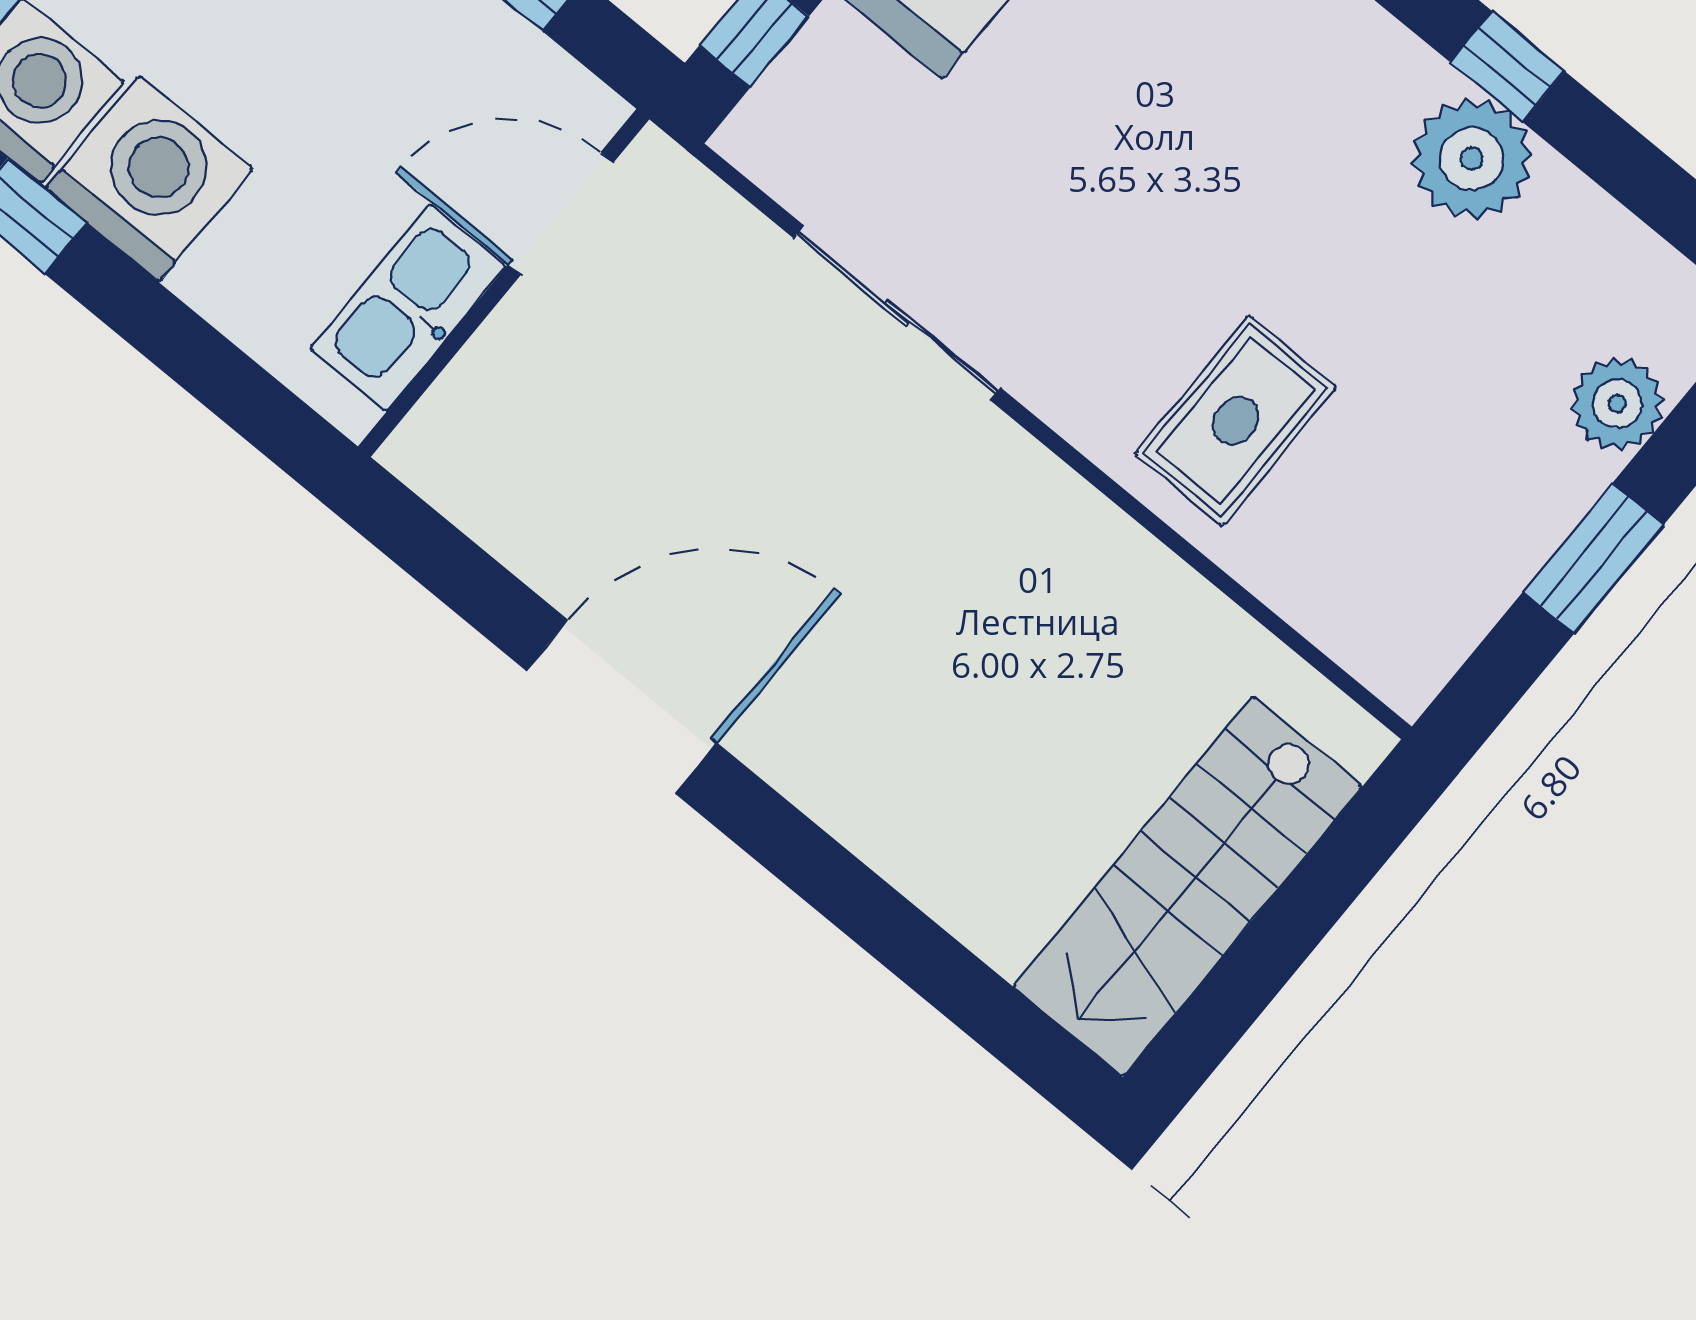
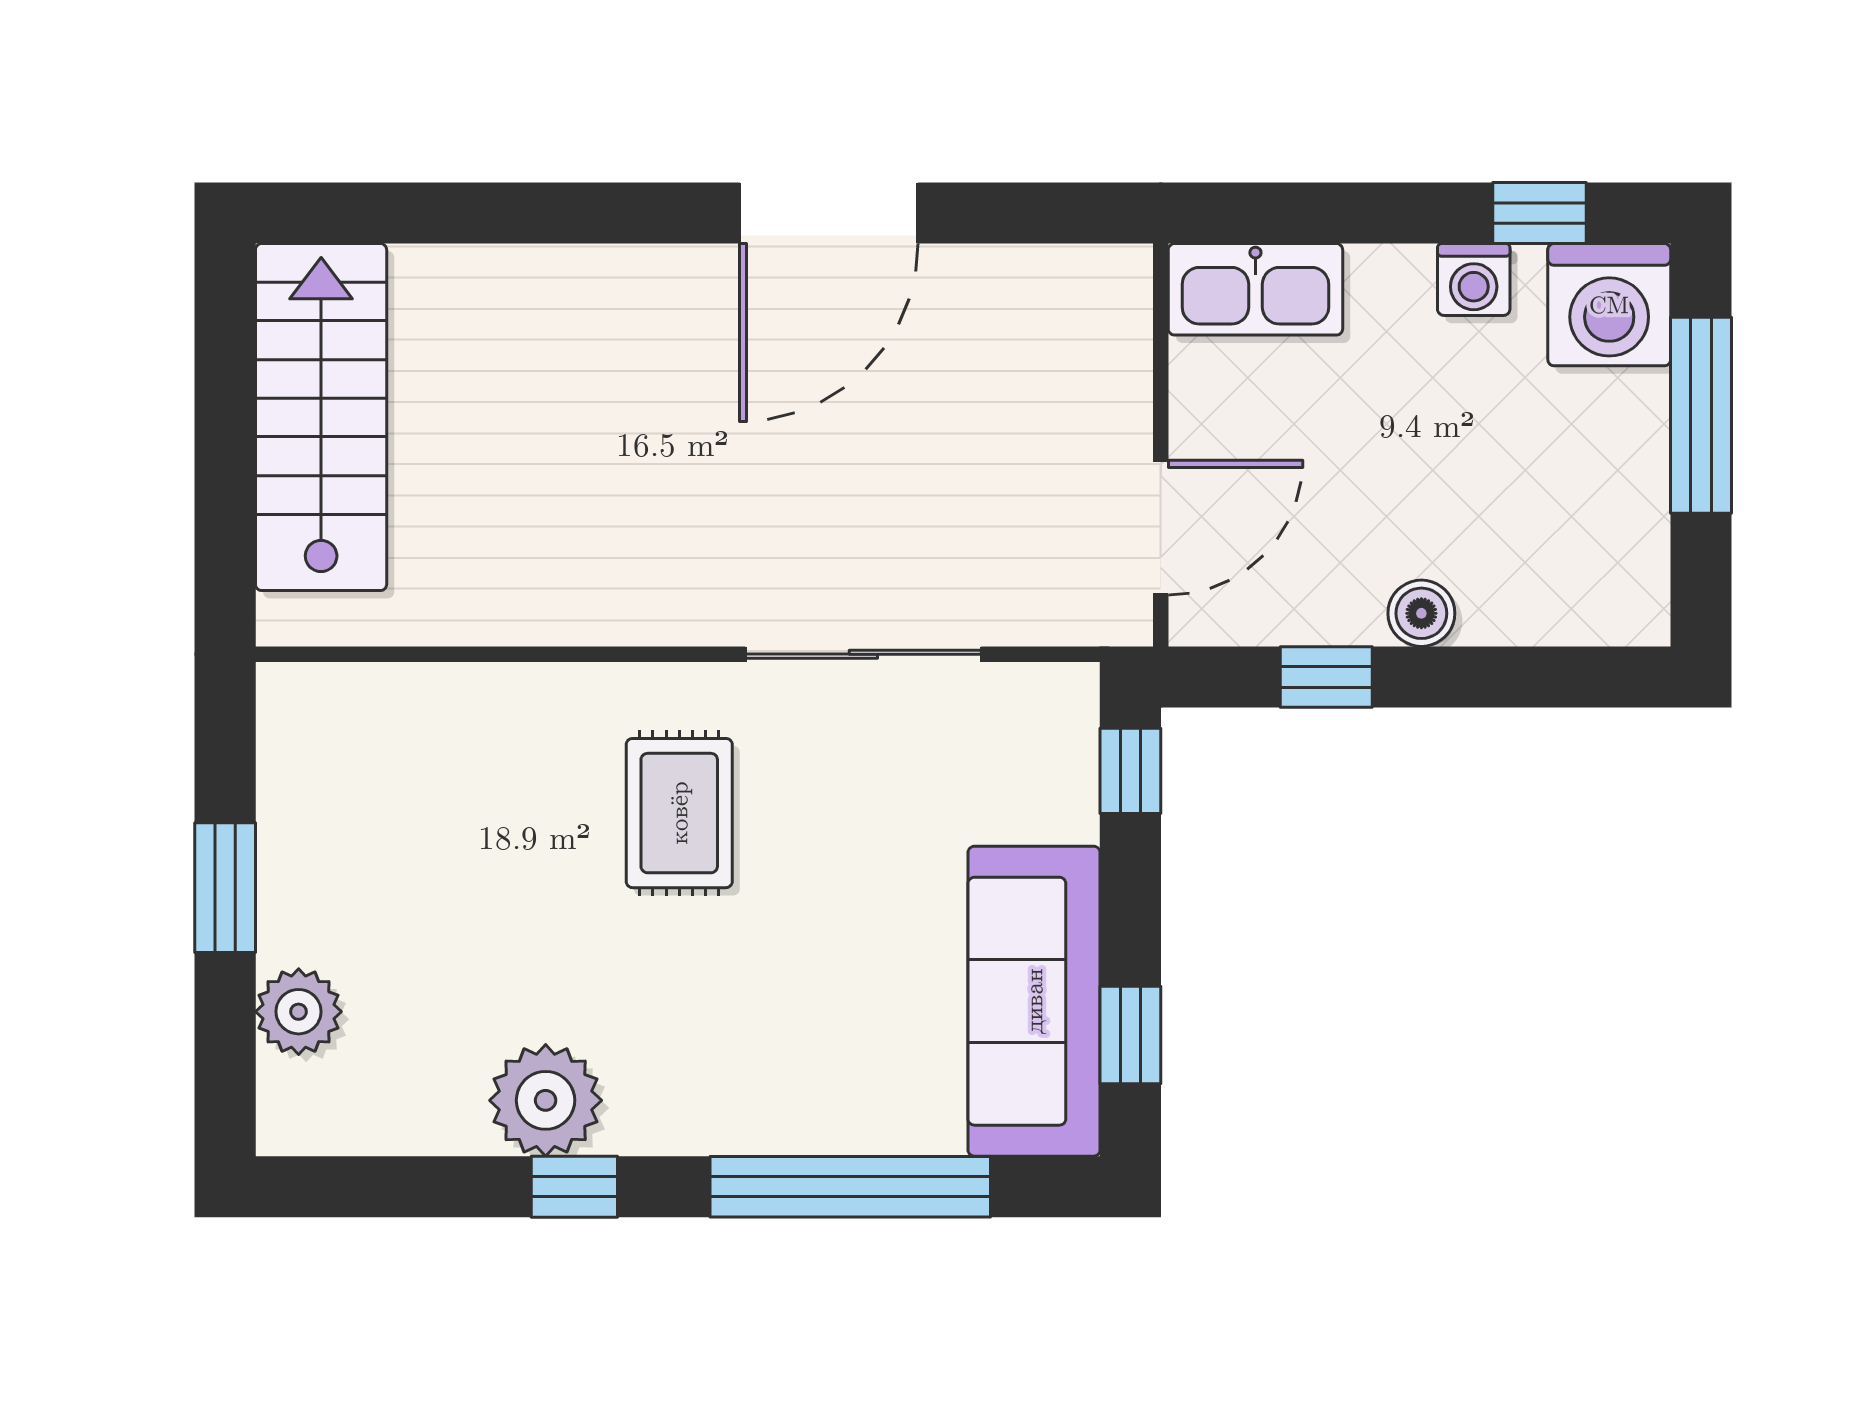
washing machine: (149, 179) -> (1474, 279), width x0.53, depth x0.53
kitchen sink: (408, 308) -> (1255, 289), moved, turned 90
rug: (1236, 421) -> (679, 813), moved

